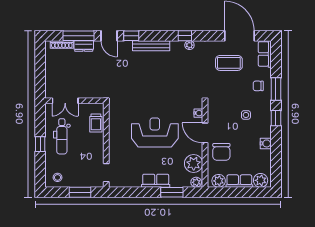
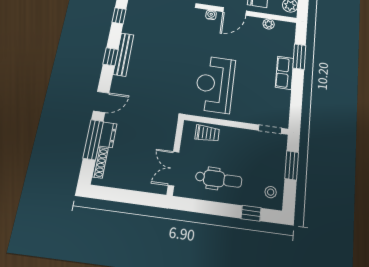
window: (131, 36) -> (111, 57), moved
plant: (189, 45) -> (131, 13), removed
double door: (65, 101) -> (174, 169), swing flipped
reception desk: (155, 132) -> (215, 84), moved
window: (40, 144) -> (251, 213), moved
plant: (194, 164) -> (269, 24), width x0.53, depth x0.53
plant: (196, 182) -> (290, 29), removed

